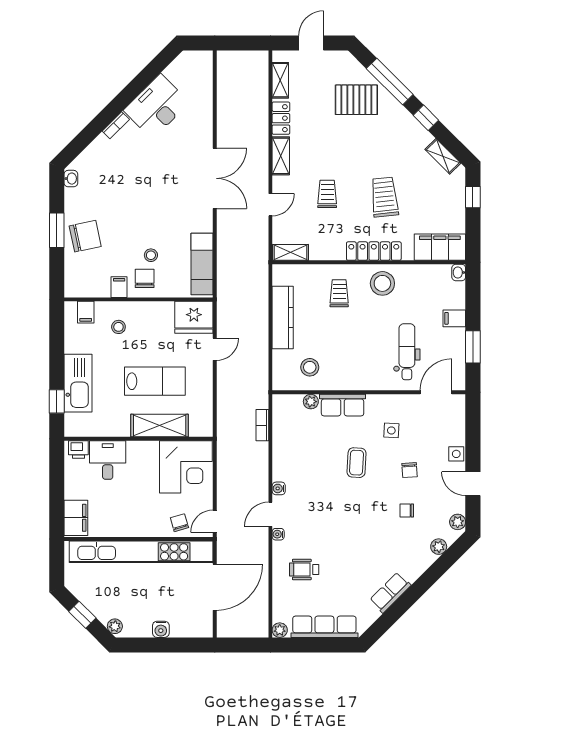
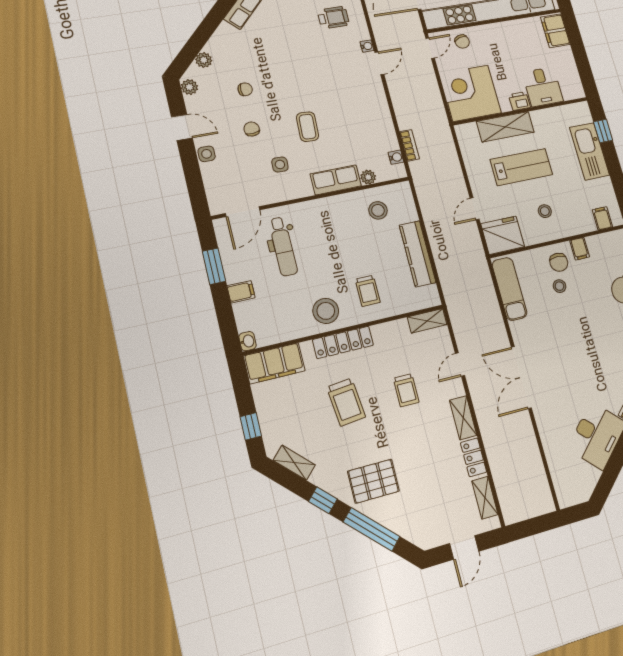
pallet: (356, 100) -> (373, 481), moved
stool: (118, 327) -> (545, 211), moved
lab bench: (155, 381) -> (521, 167), turned 180
printer: (78, 449) -> (519, 101), moved
water cooler: (279, 488) -> (396, 157), moved

